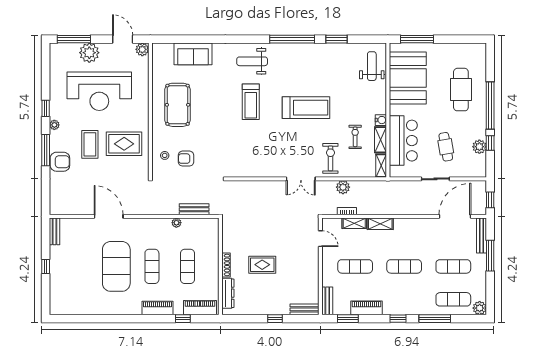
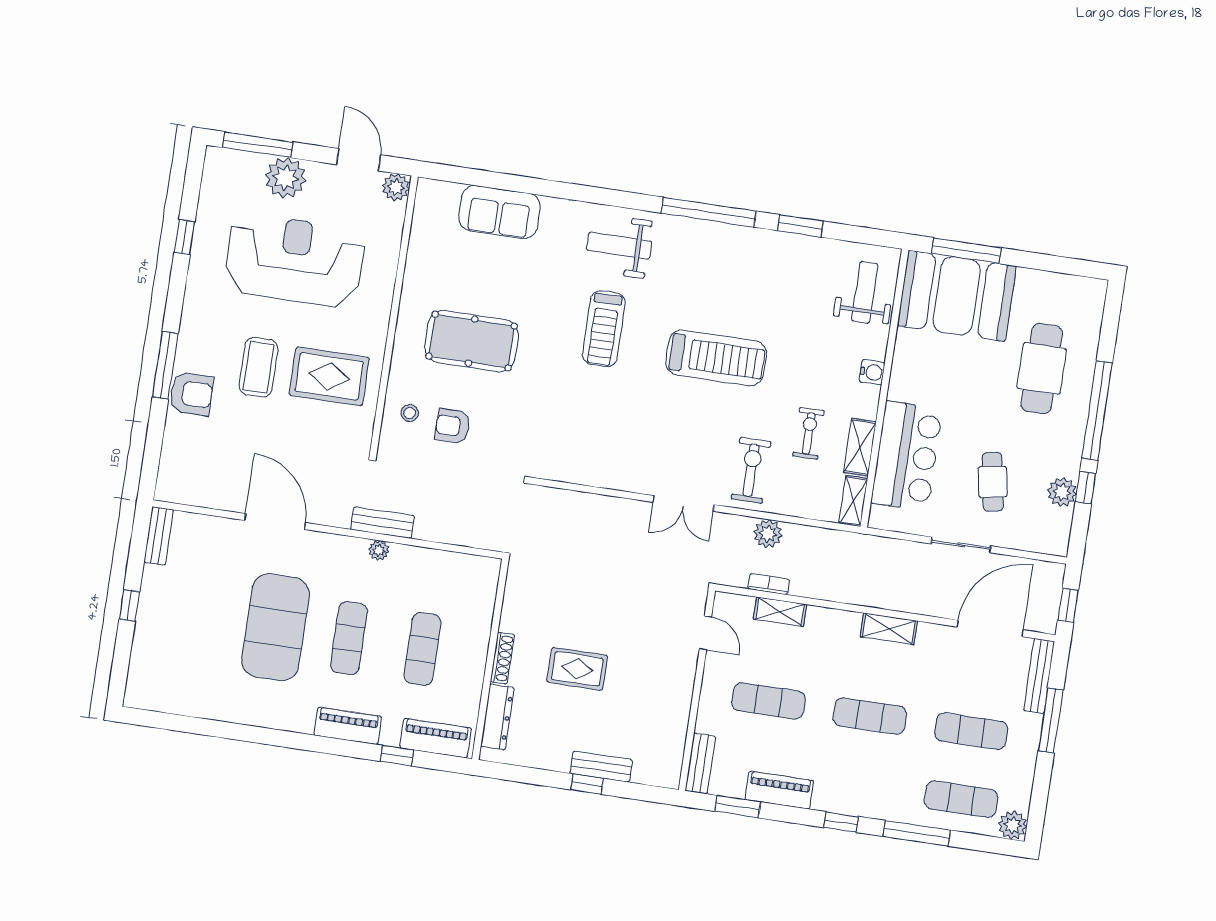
booth: (408, 78) -> (957, 296), moved, turned 90
reception desk: (99, 91) -> (294, 260), turned 180
pool table: (178, 105) -> (472, 341), moved, turned 90
window: (46, 108) -> (184, 237), moved
water cooler: (381, 120) -> (872, 372), moved
plant: (54, 125) -> (191, 316), removed
bench: (194, 209) -> (382, 523), moved
plant: (176, 223) -> (379, 550), moved
shelving: (380, 224) -> (889, 629), moved
bench: (304, 309) -> (601, 767), moved

